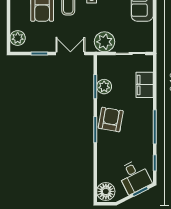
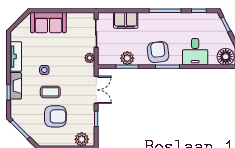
plant: (104, 42) -> (90, 58), width x0.53, depth x0.53
double door: (70, 53) -> (96, 90), swing flipped
armchair: (111, 119) -> (158, 52), turned 73
desk: (134, 177) -> (195, 52), moved, turned 117

